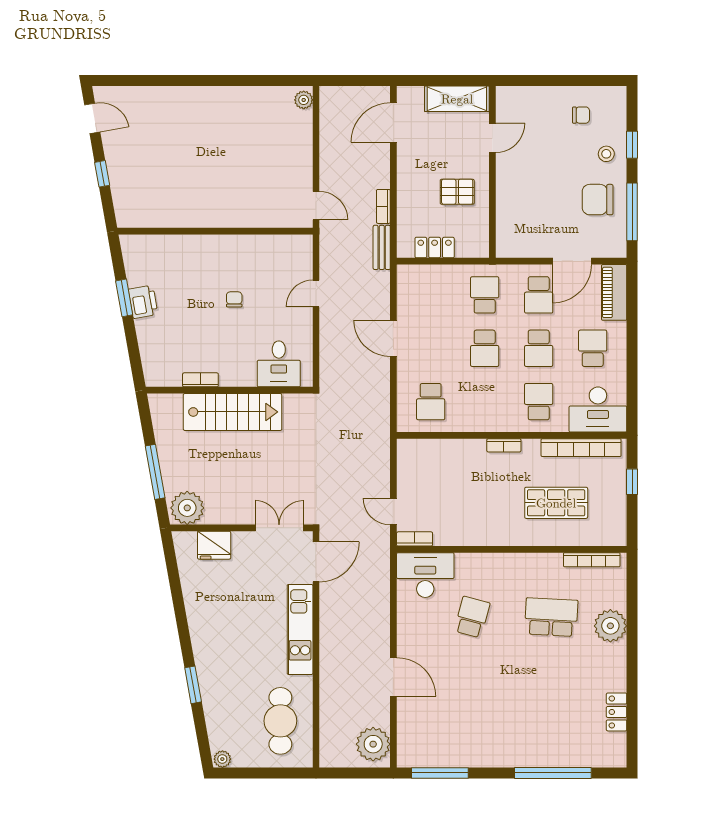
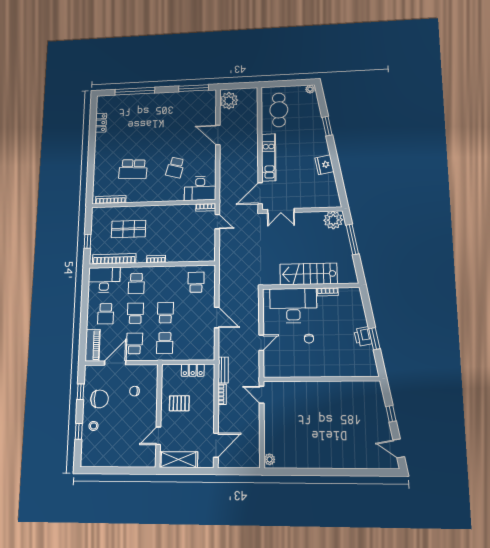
chair: (581, 115) -> (134, 391), moved
window: (632, 212) -> (81, 392), width x0.46
desk: (279, 364) -> (293, 306), width x1.87, depth x1.30
fridge: (214, 545) -> (324, 165), moved, turned -100
plant: (610, 626) -> (102, 166), removed

